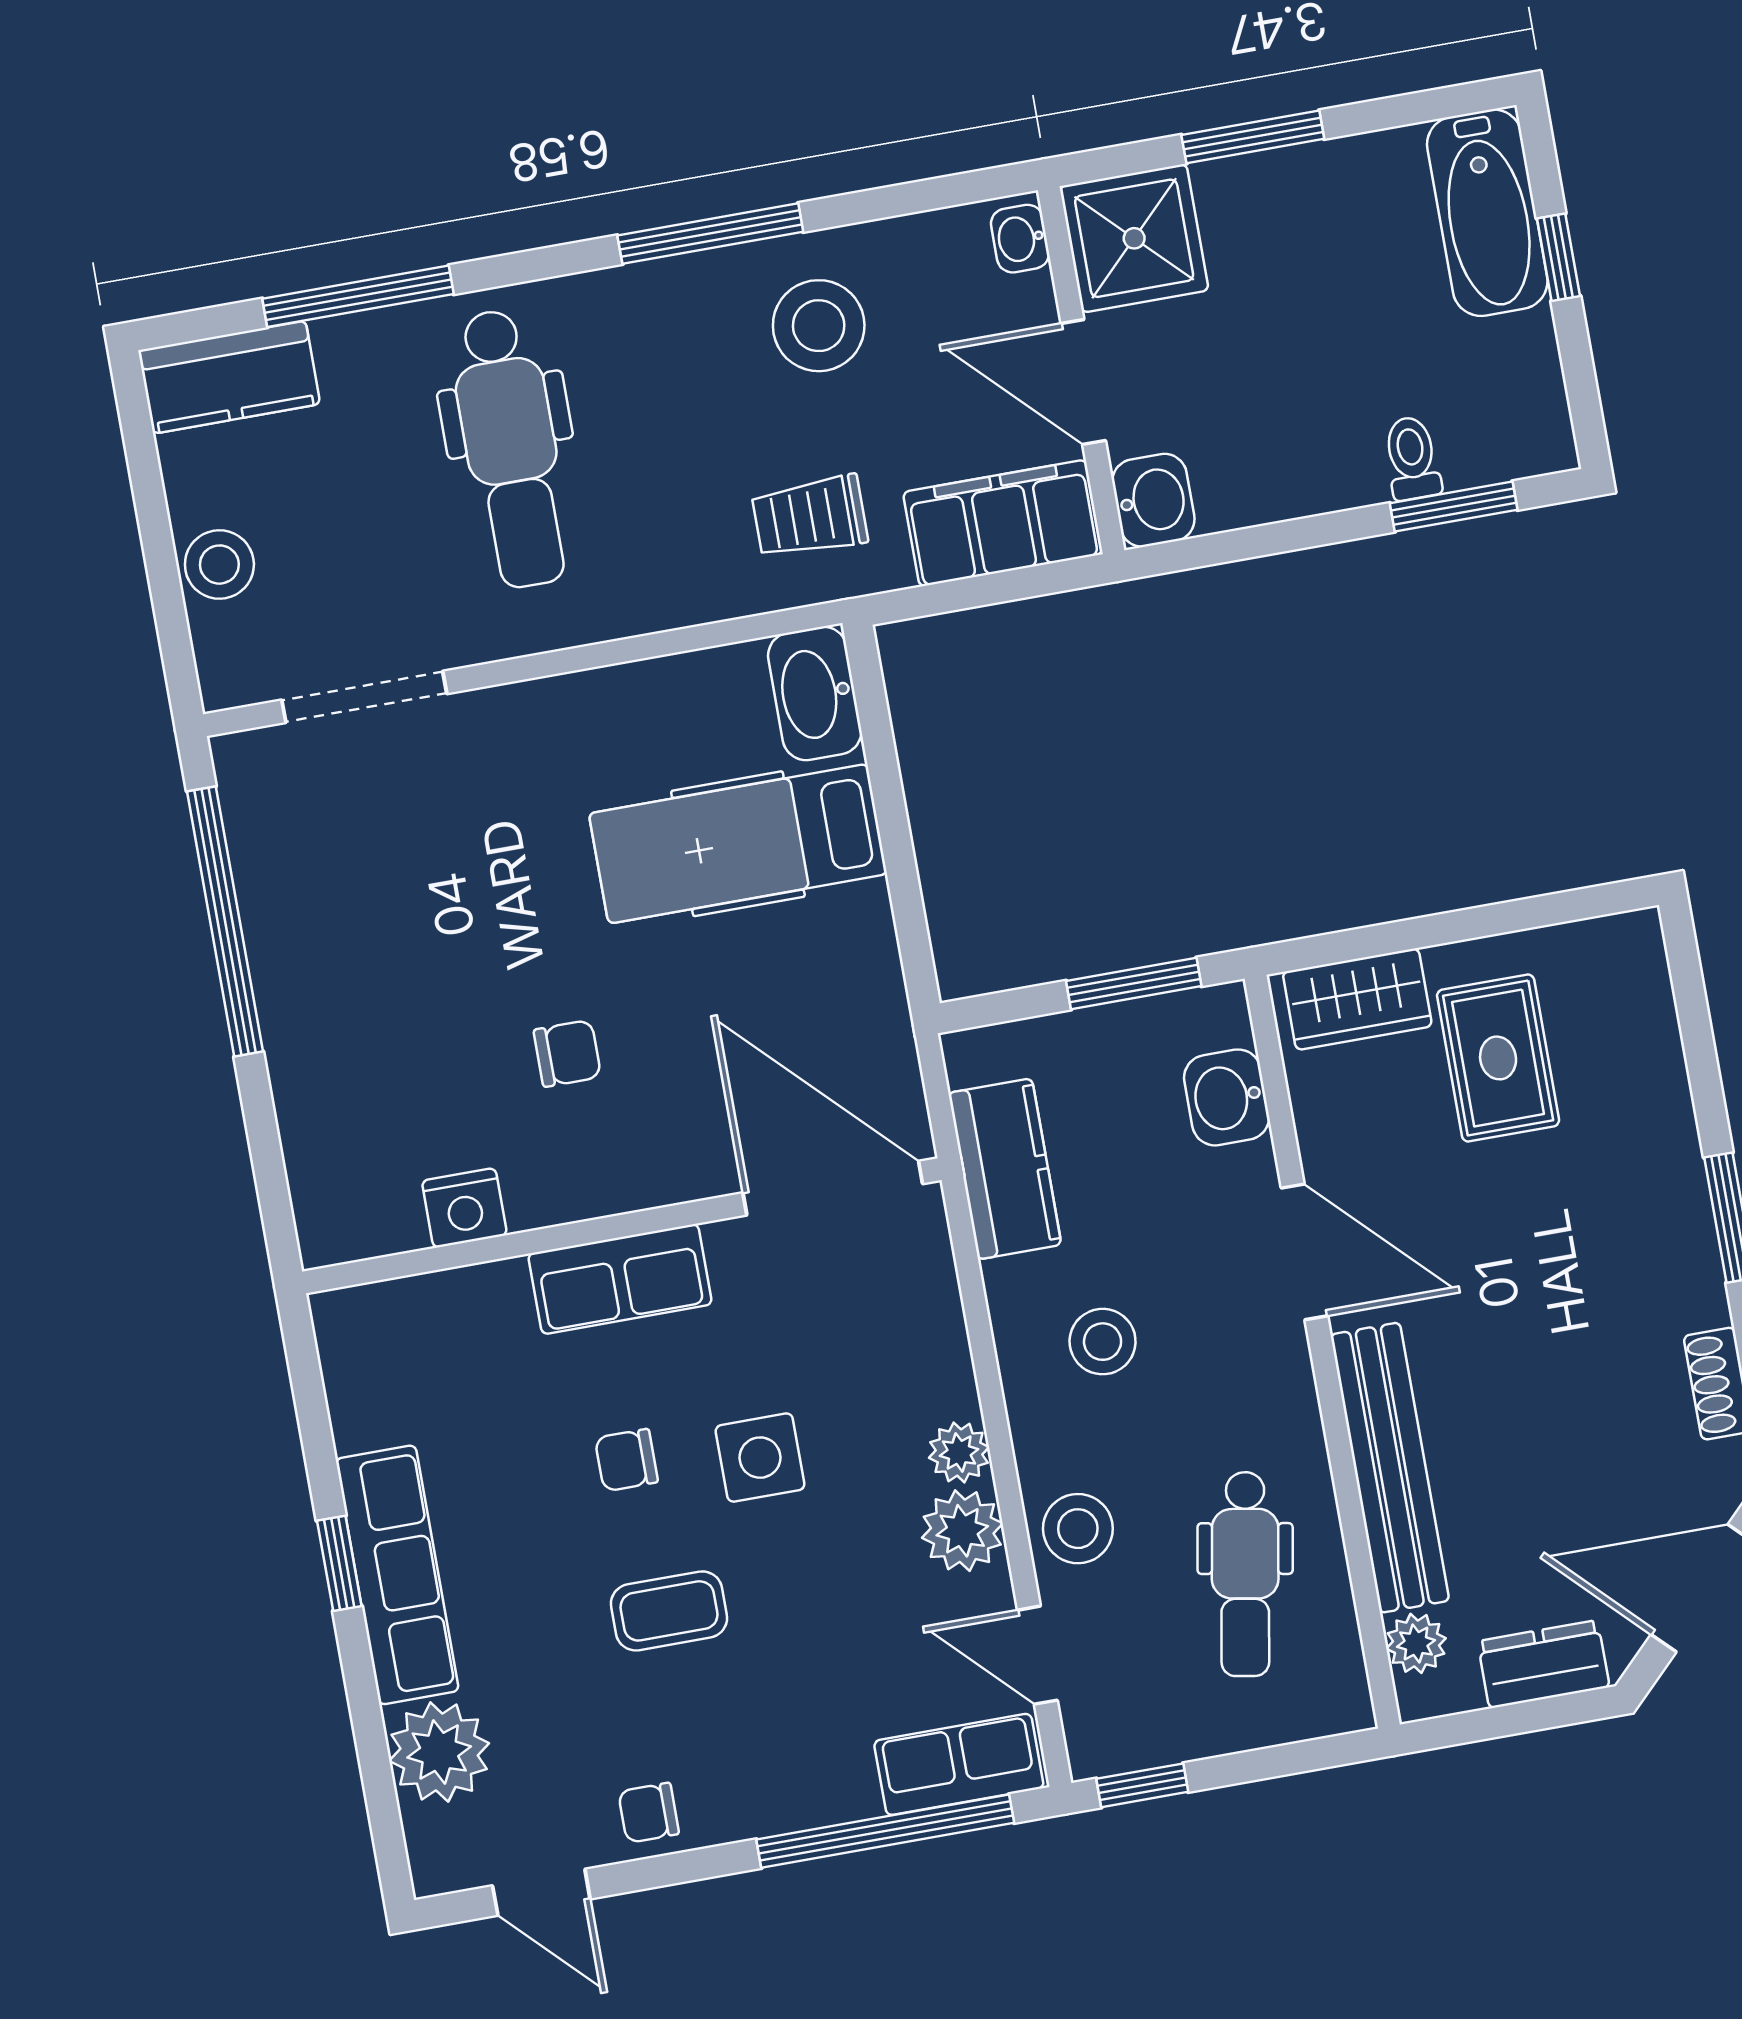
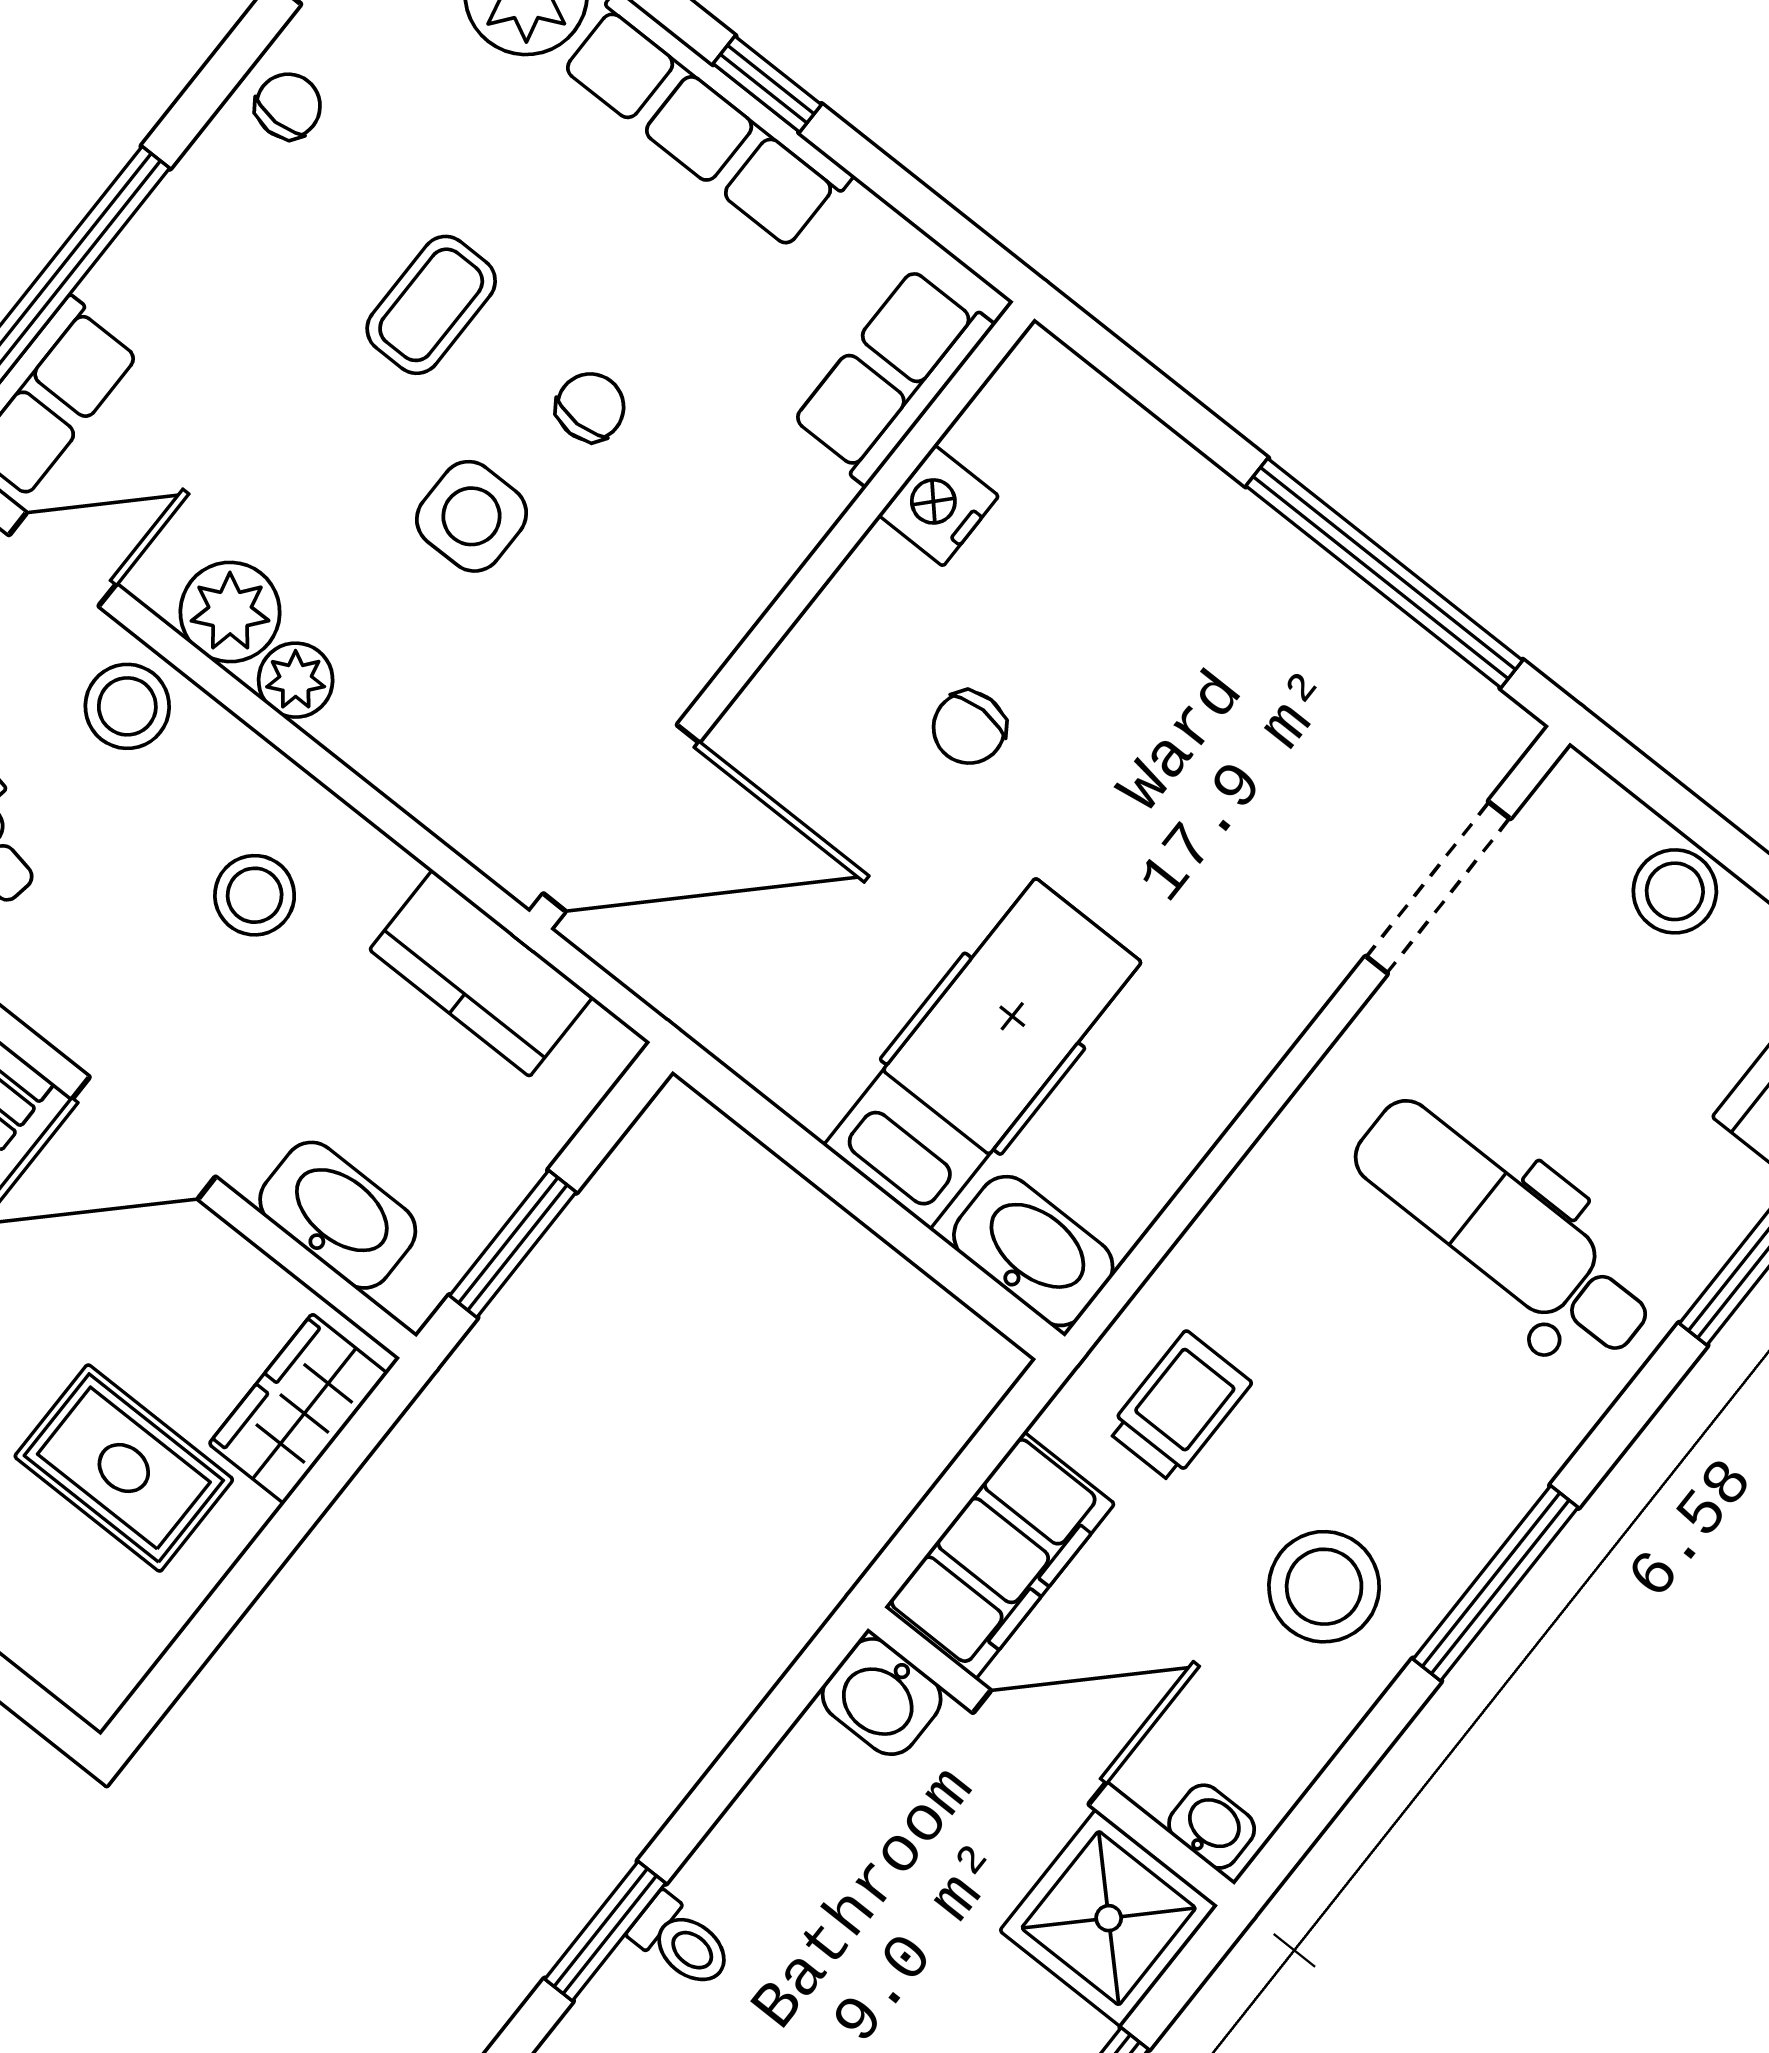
washbasin: (1227, 1097) -> (338, 1215), width x1.38
row of seats: (620, 1279) -> (892, 375), moved

